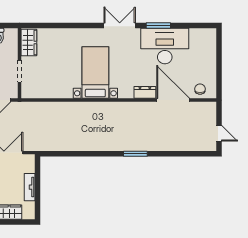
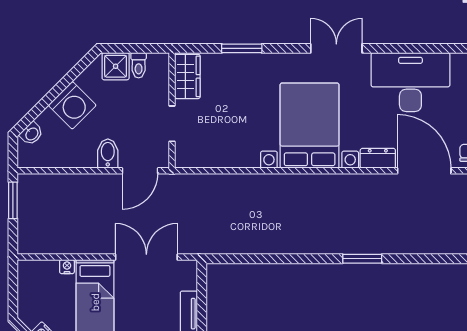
window: (158, 25) -> (242, 48), moved
bed with nightstands: (95, 73) -> (310, 126), width x1.36

